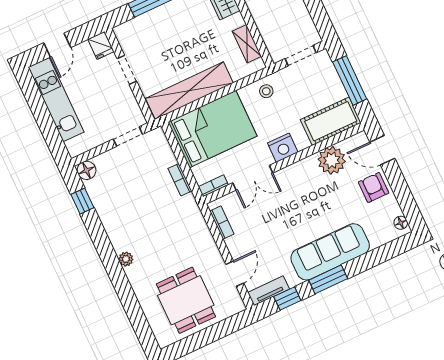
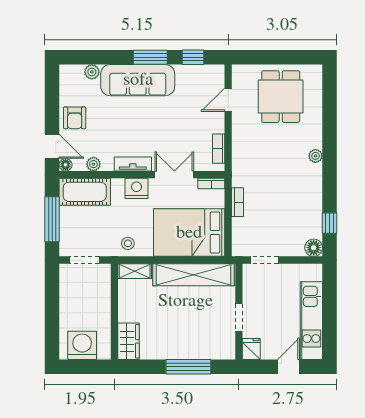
shelving: (247, 44) -> (135, 271), moved, turned 90
plant: (332, 160) -> (93, 164), width x0.53, depth x0.53
floor lamp: (401, 223) -> (66, 165), moved
plant: (378, 239) -> (92, 72), added
tv unit: (269, 291) -> (133, 164), moved, turned 180

